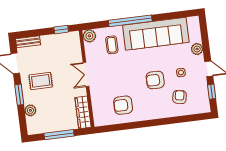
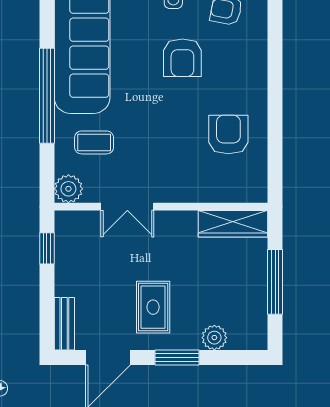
double door: (86, 74) -> (127, 207), moved
armchair: (123, 105) -> (228, 135), turned 180

